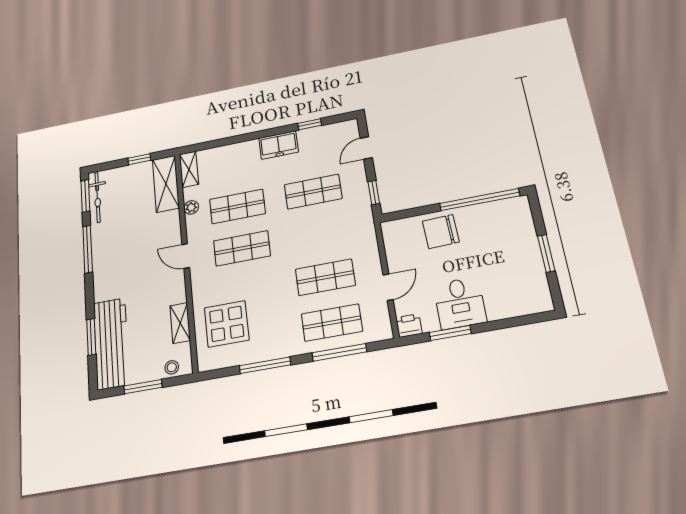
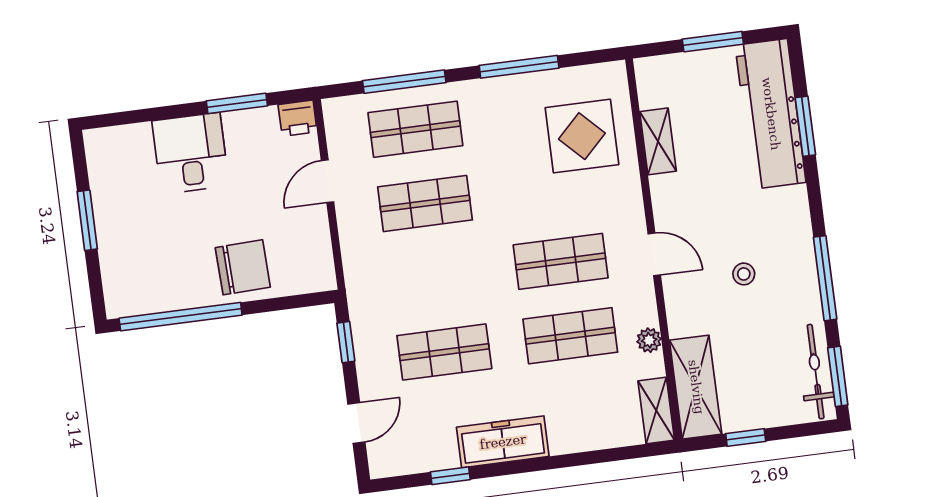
freezer: (279, 145) -> (503, 442), width x1.40
desk: (460, 303) -> (190, 153), moved
stool: (172, 367) -> (744, 274), moved

